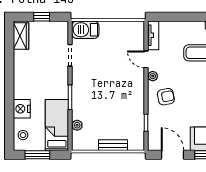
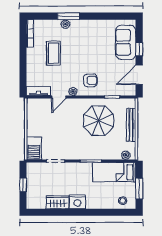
wardrobe: (21, 36) -> (57, 202), moved
armchair: (166, 97) -> (90, 80), turned 101
parasol: (118, 107) -> (99, 121), added
nightstand: (22, 109) -> (77, 202), moved
plant: (77, 125) -> (126, 155), moved
bench: (113, 145) -> (131, 125), width x1.36

